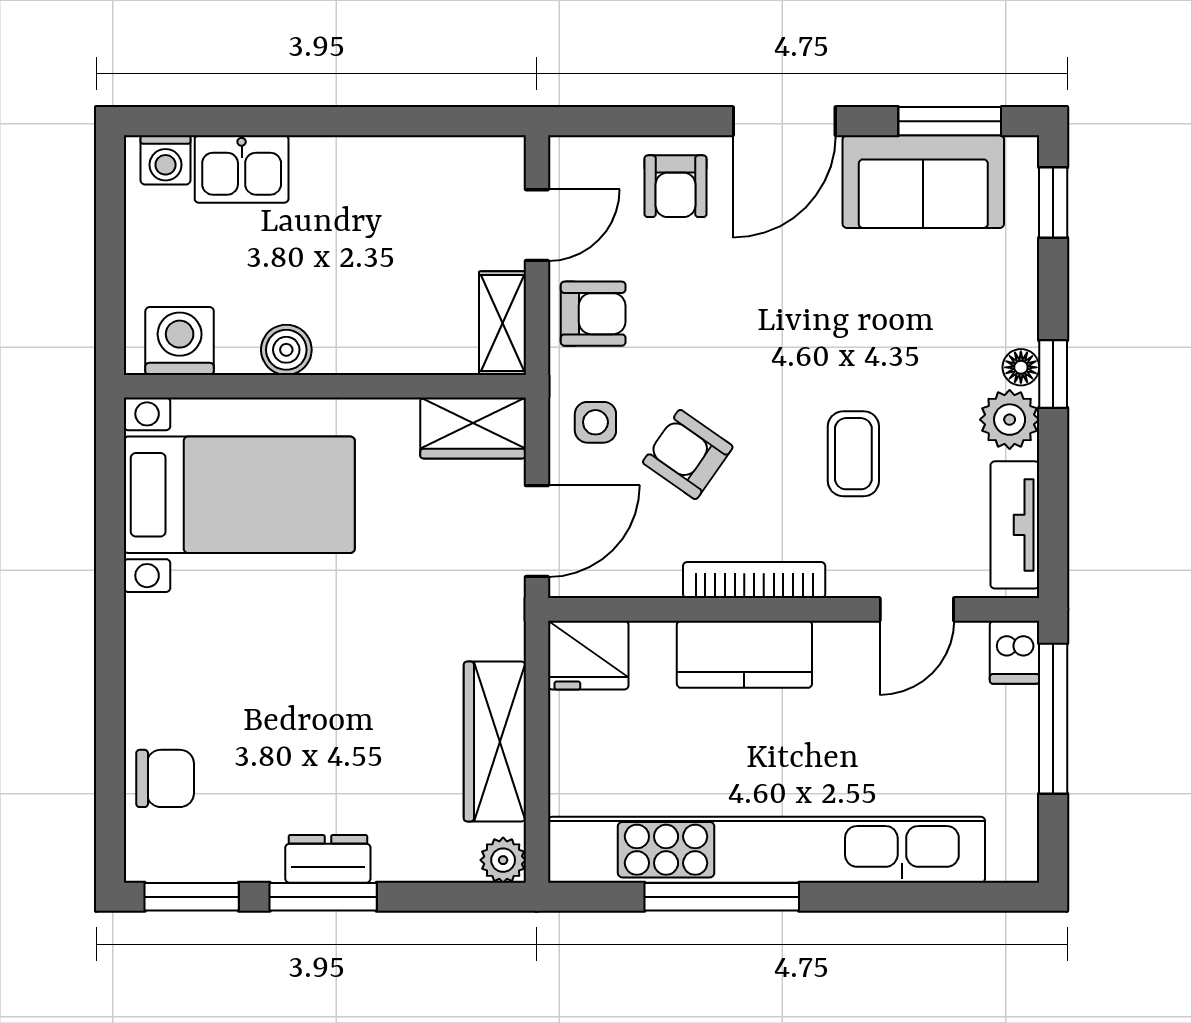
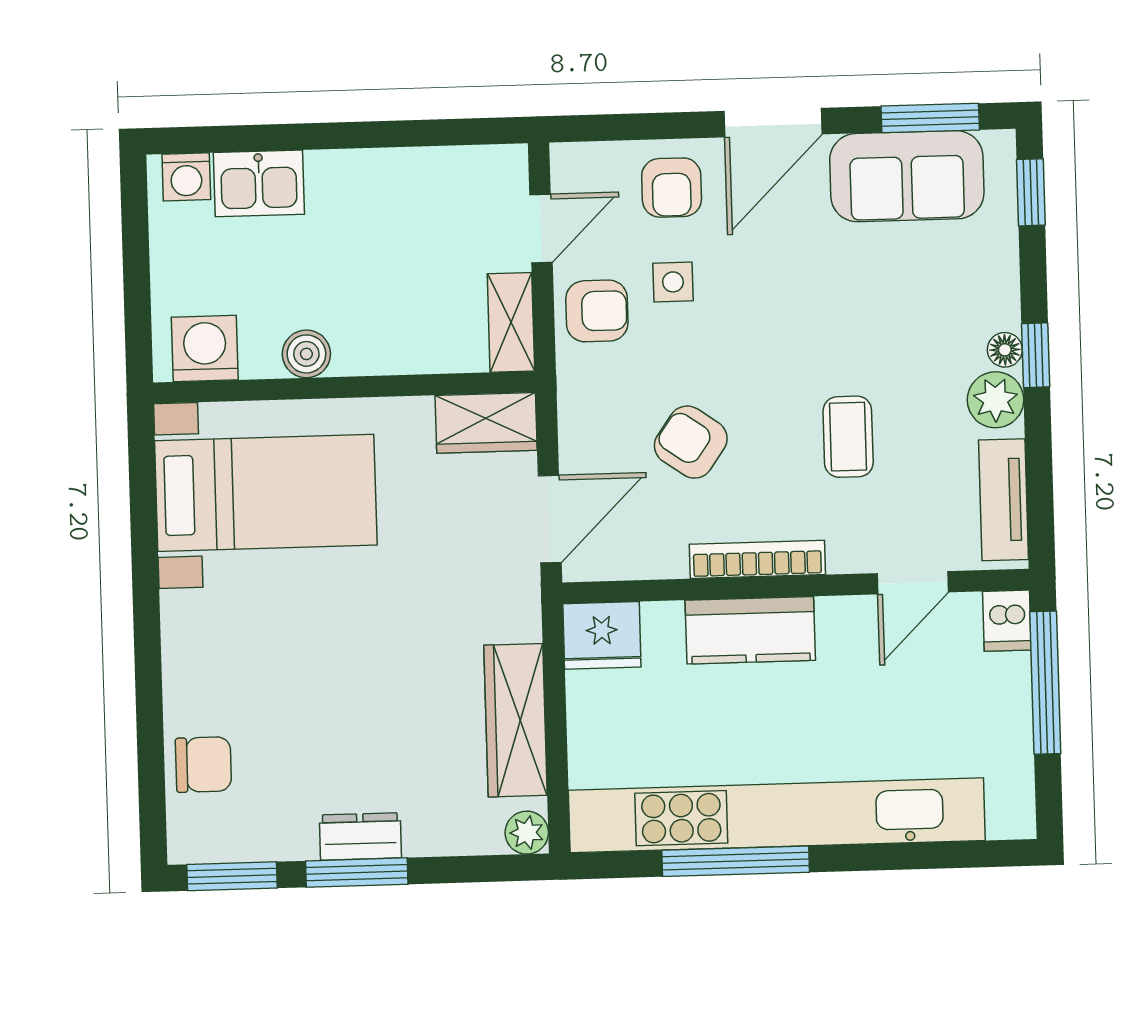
side table: (595, 422) -> (673, 282), moved

